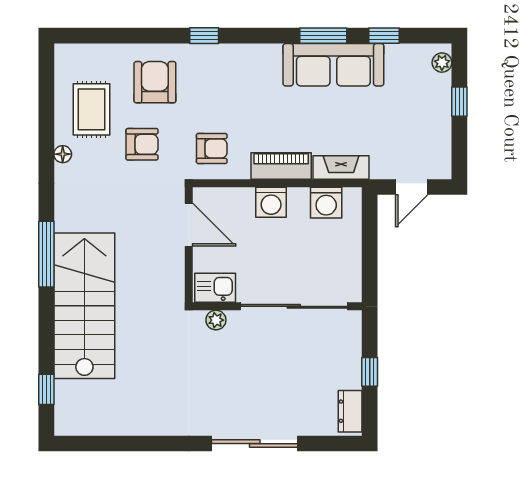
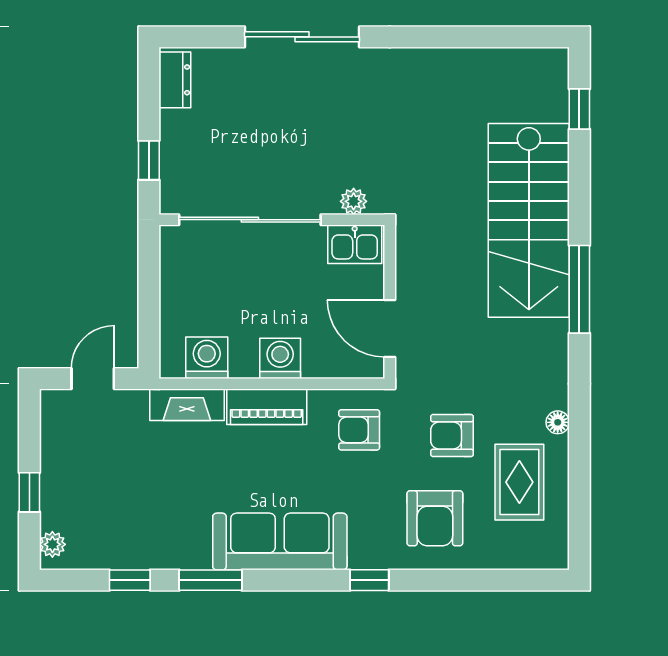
sofa: (333, 65) -> (280, 541), moved
window: (370, 372) -> (149, 160), moved

